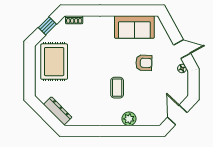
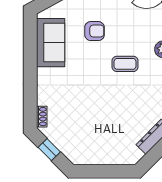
rug: (54, 62) -> (93, 141), removed
armchair: (144, 63) -> (95, 31), turned 88

